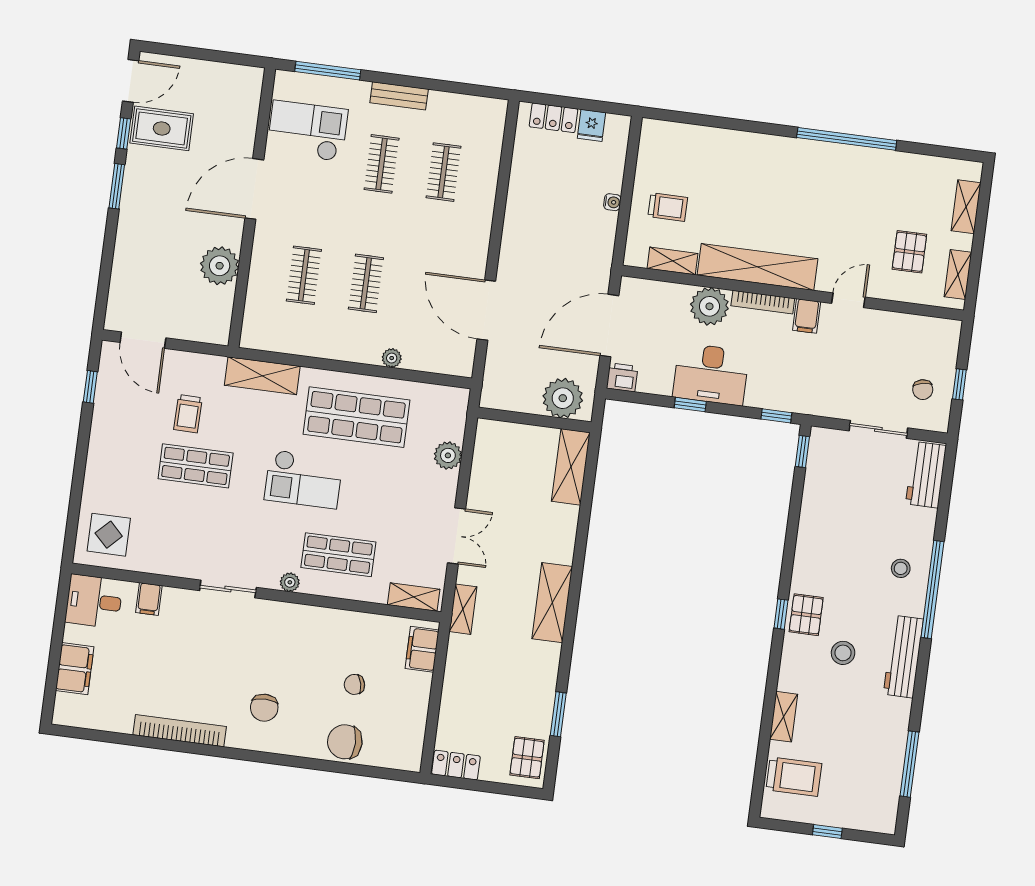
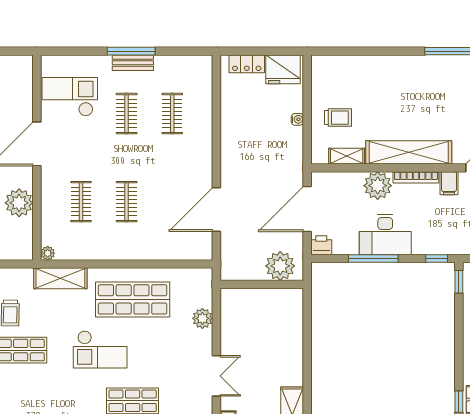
window: (328, 71) -> (131, 51), moved
fridge: (591, 125) -> (283, 69), width x1.88, depth x1.34
door: (486, 310) -> (216, 210), hinge flipped
plant: (392, 358) -> (48, 253), moved
window: (690, 405) -> (373, 258), width x2.17
shelving: (571, 467) -> (293, 315), removed

